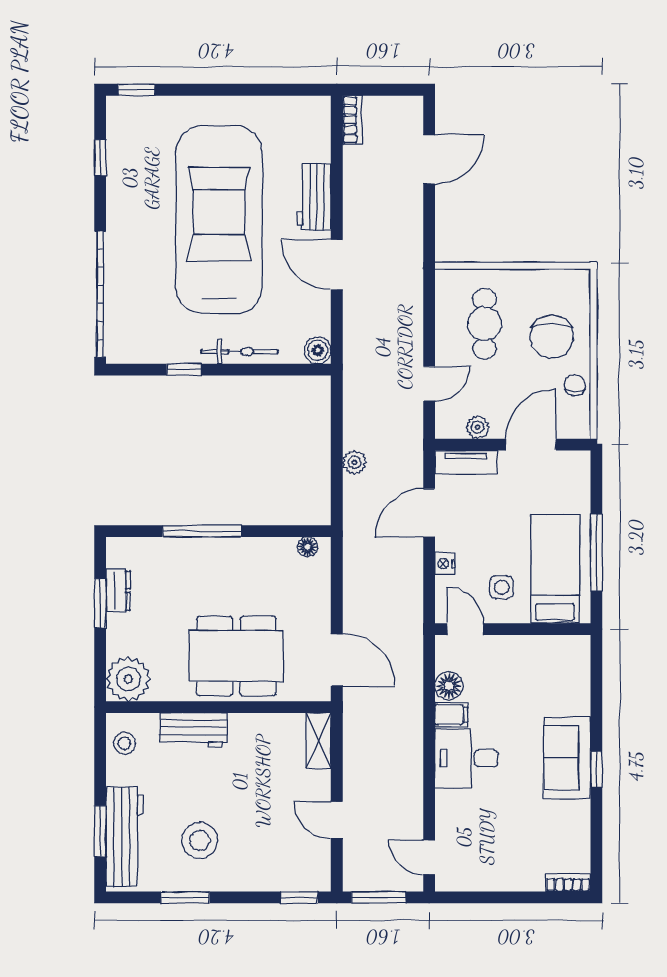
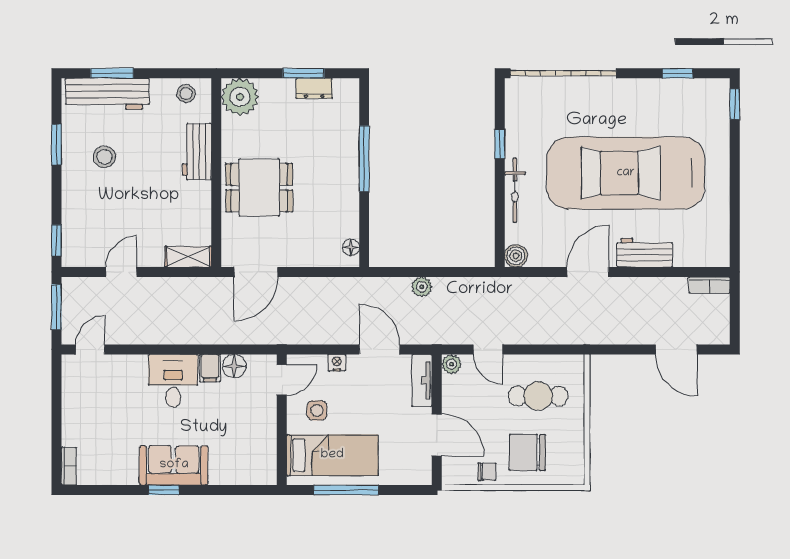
car: (219, 220) -> (626, 173), turned 180
plant: (478, 427) -> (451, 364), moved
dining table: (236, 656) -> (259, 188), width x0.73
stool: (200, 840) -> (104, 157), width x0.73, depth x0.73

